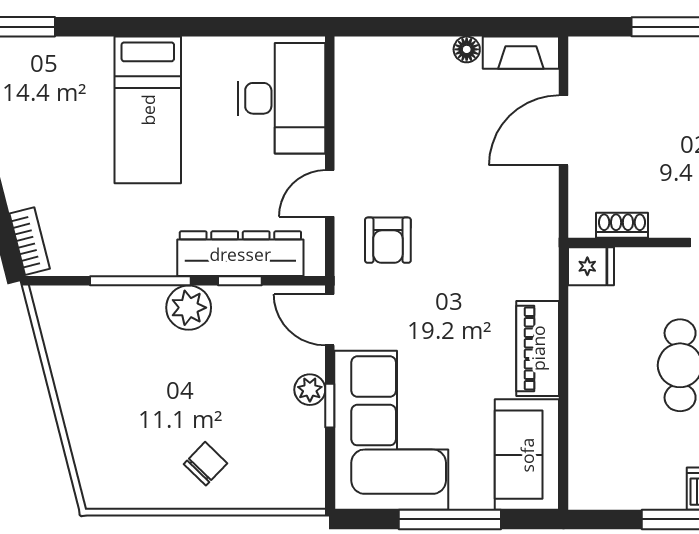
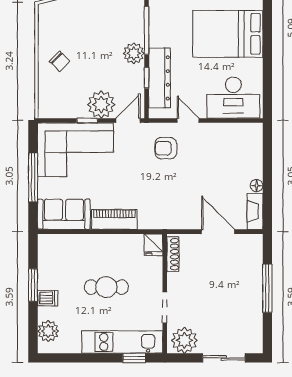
bed: (148, 110) -> (228, 34), width x1.50
shoe rack: (622, 225) -> (173, 254), width x1.43
plant: (310, 390) -> (101, 105), width x1.87, depth x1.87

